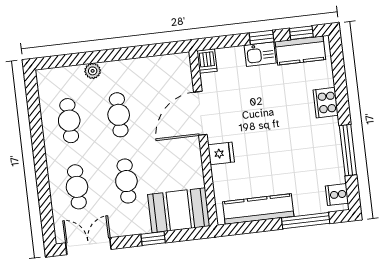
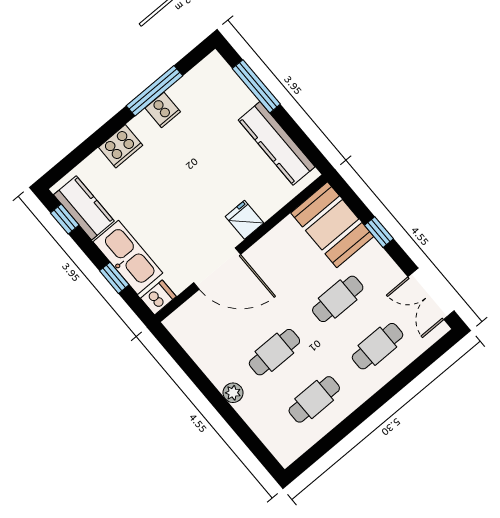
window: (262, 37) -> (114, 278), moved
kitchen sink: (260, 54) -> (128, 257), width x1.88, depth x1.24
plant: (93, 71) -> (233, 393), moved
cooker: (337, 195) -> (163, 110), moved

